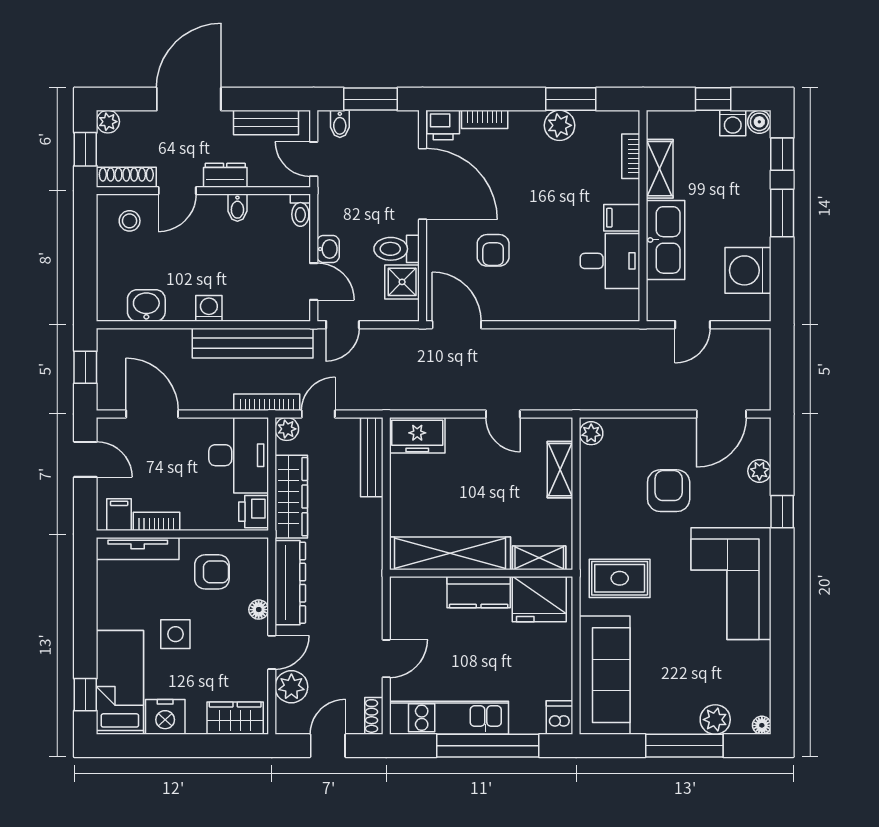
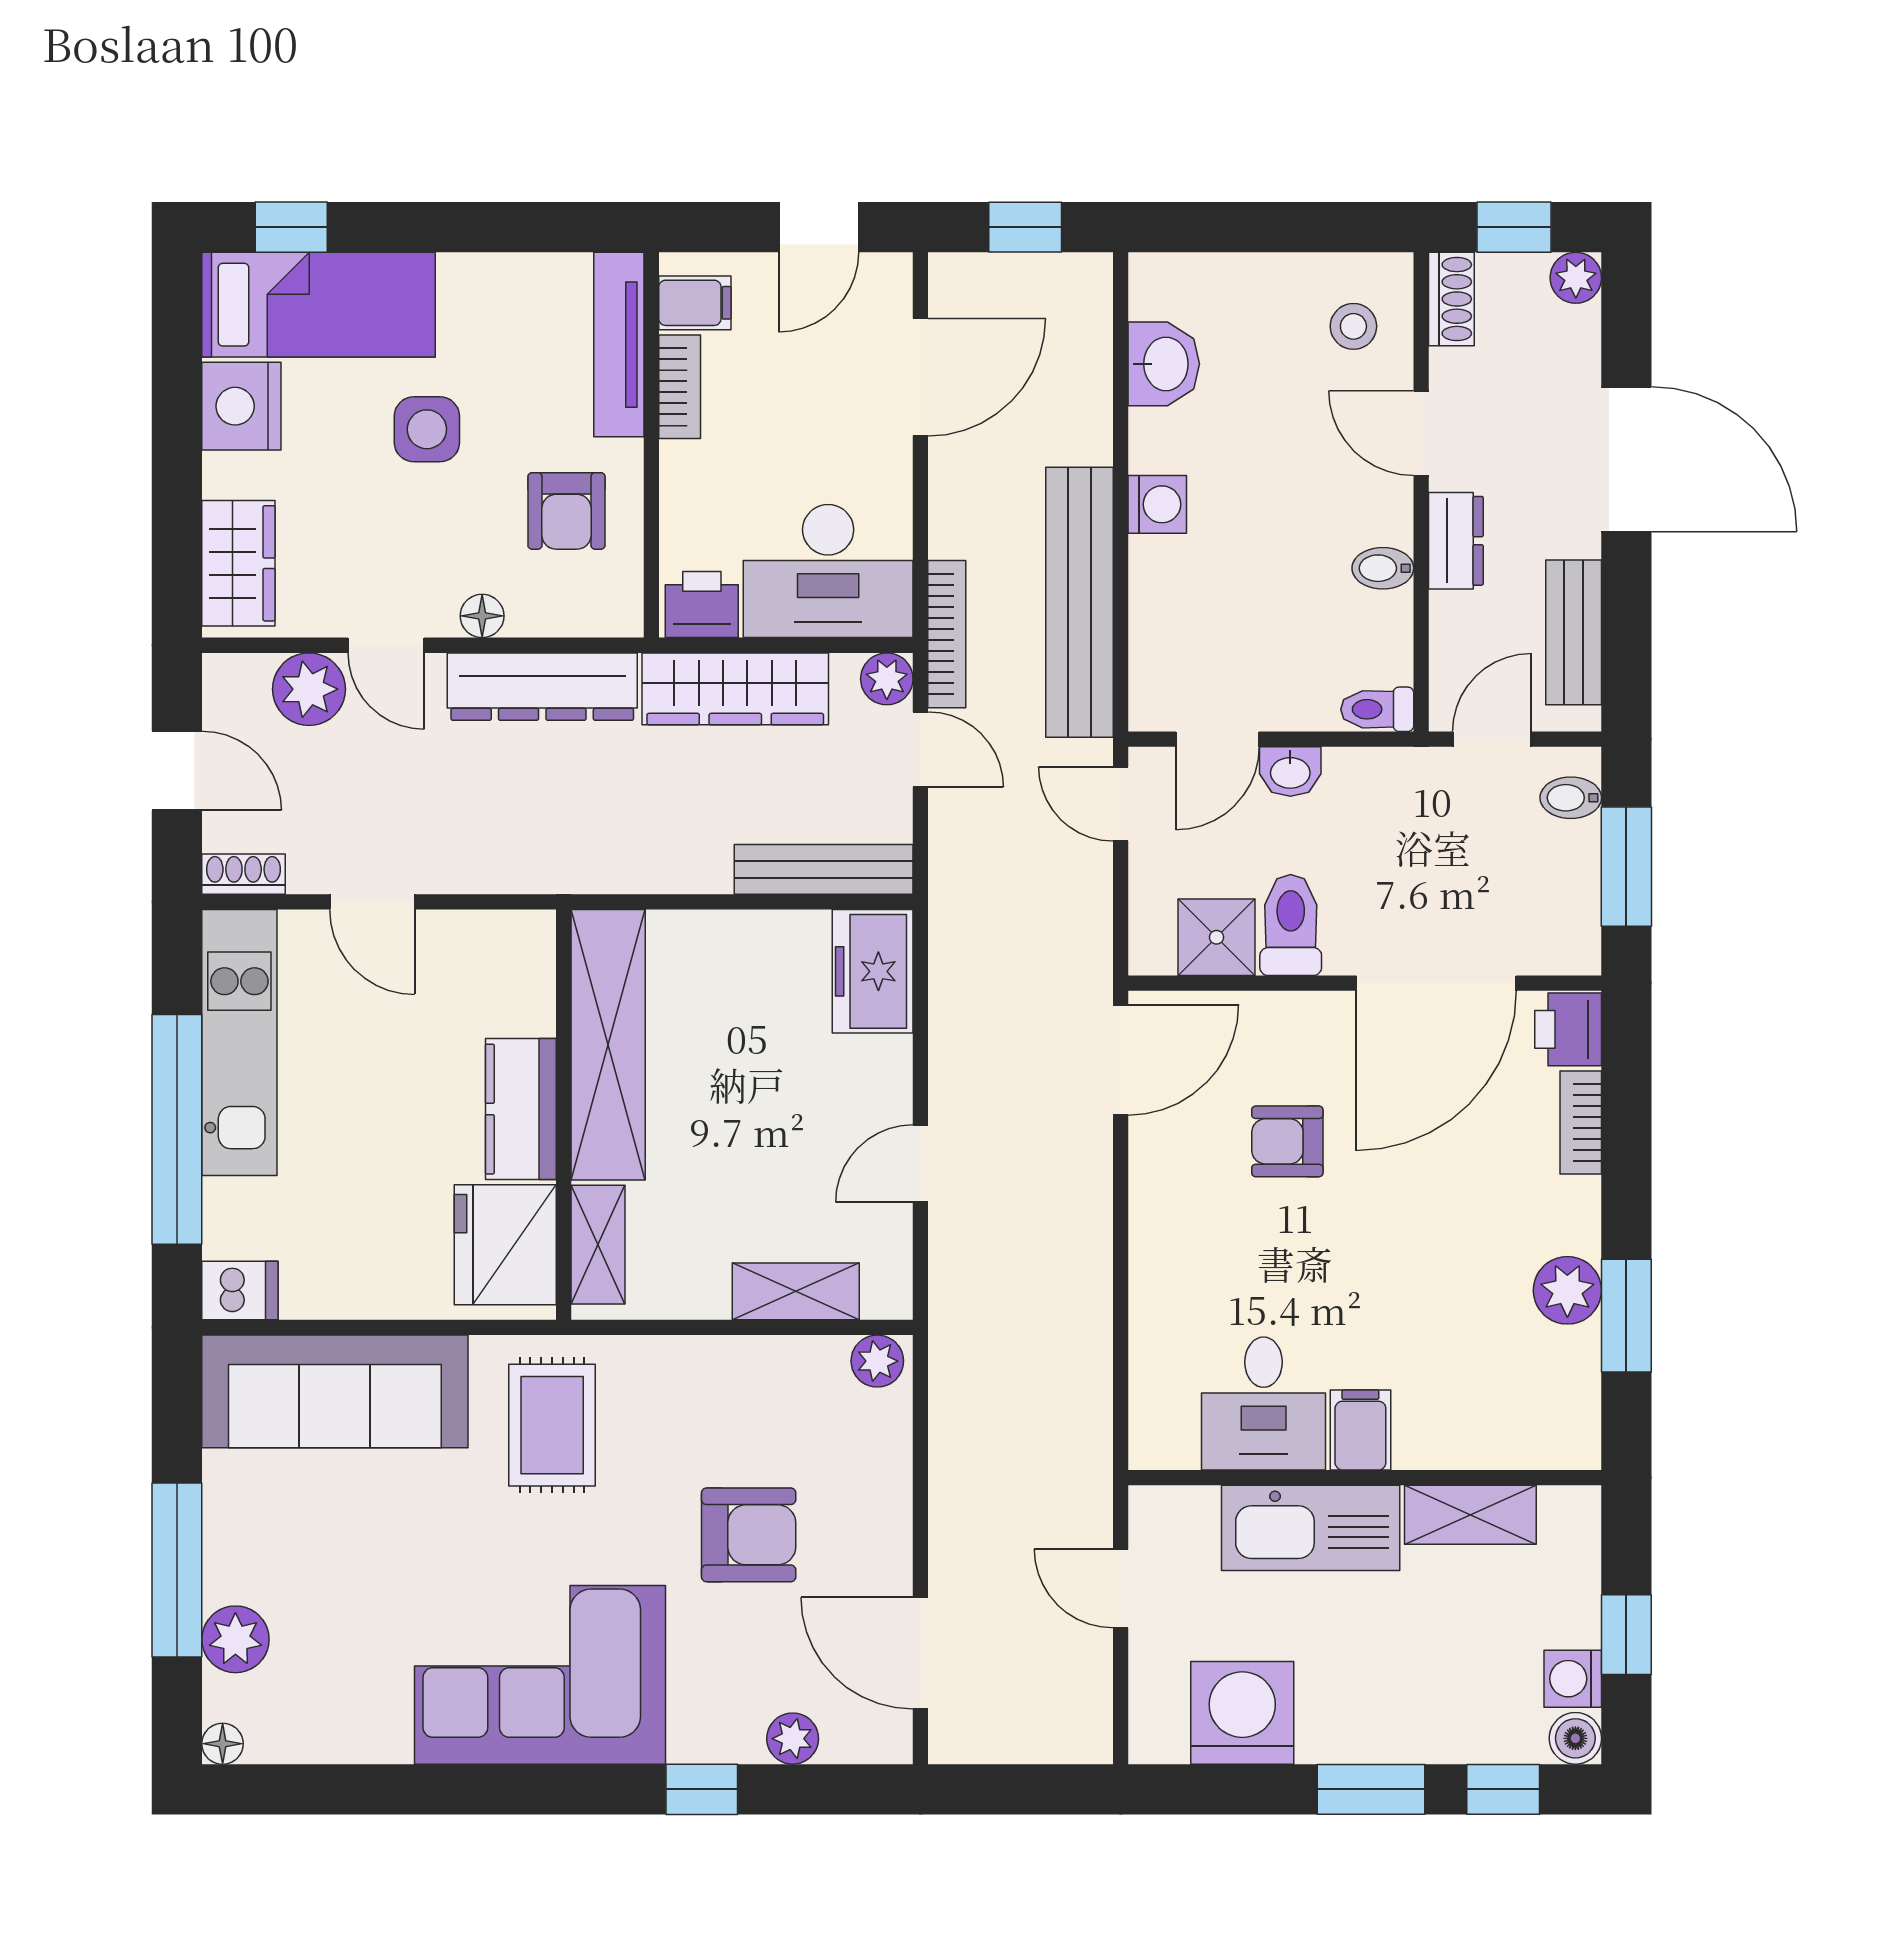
bookcase: (631, 156) -> (1498, 1450), removed
shoe rack: (126, 177) -> (1451, 299), width x0.70

